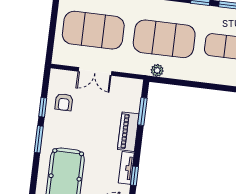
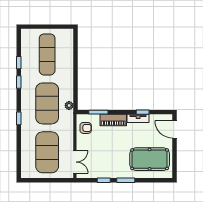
double door: (95, 71) -> (75, 162), moved
armchair: (64, 102) -> (86, 128), moved

